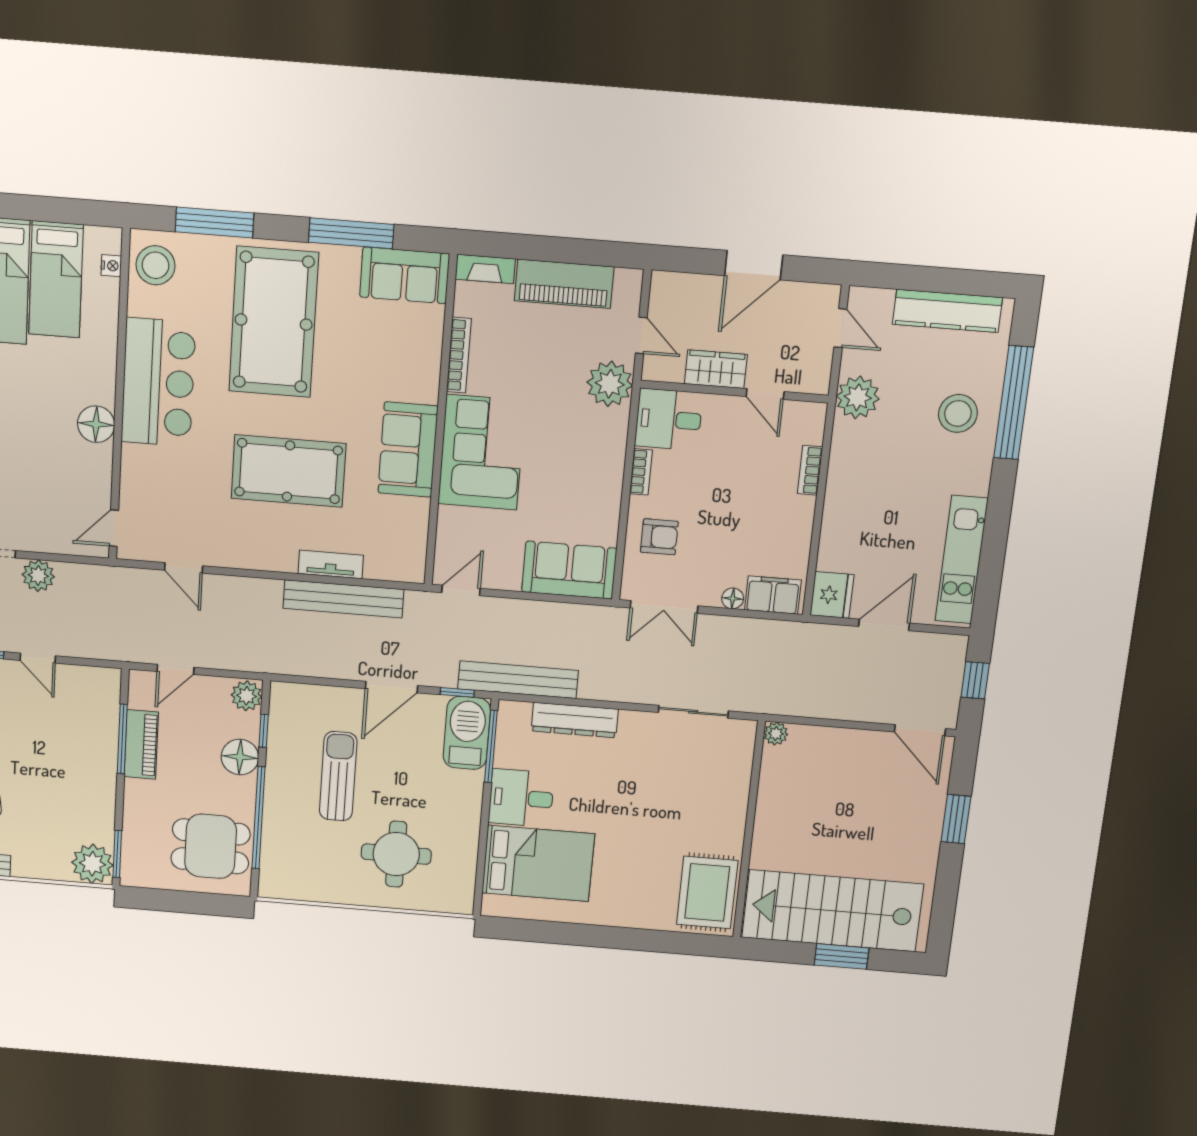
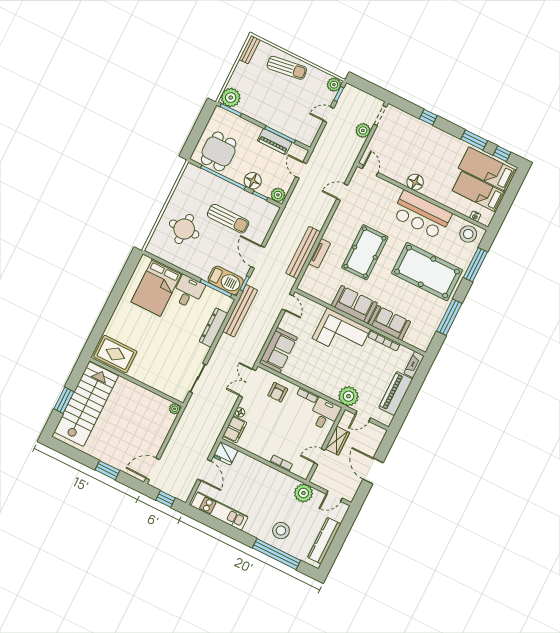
sofa: (405, 275) -> (389, 323), moved, turned 90

